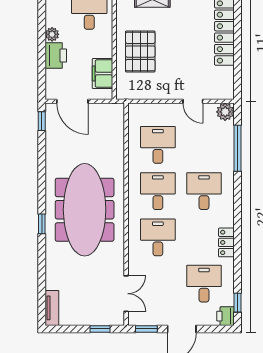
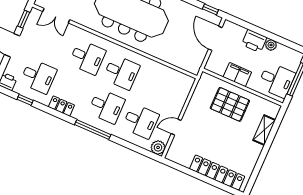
filing cabinet: (103, 74) -> (237, 75), moved
door: (72, 101) -> (215, 38), hinge flipped
desk: (158, 145) -> (141, 121), moved
window: (237, 148) -> (93, 130), moved
window: (237, 303) -> (25, 100), moved

